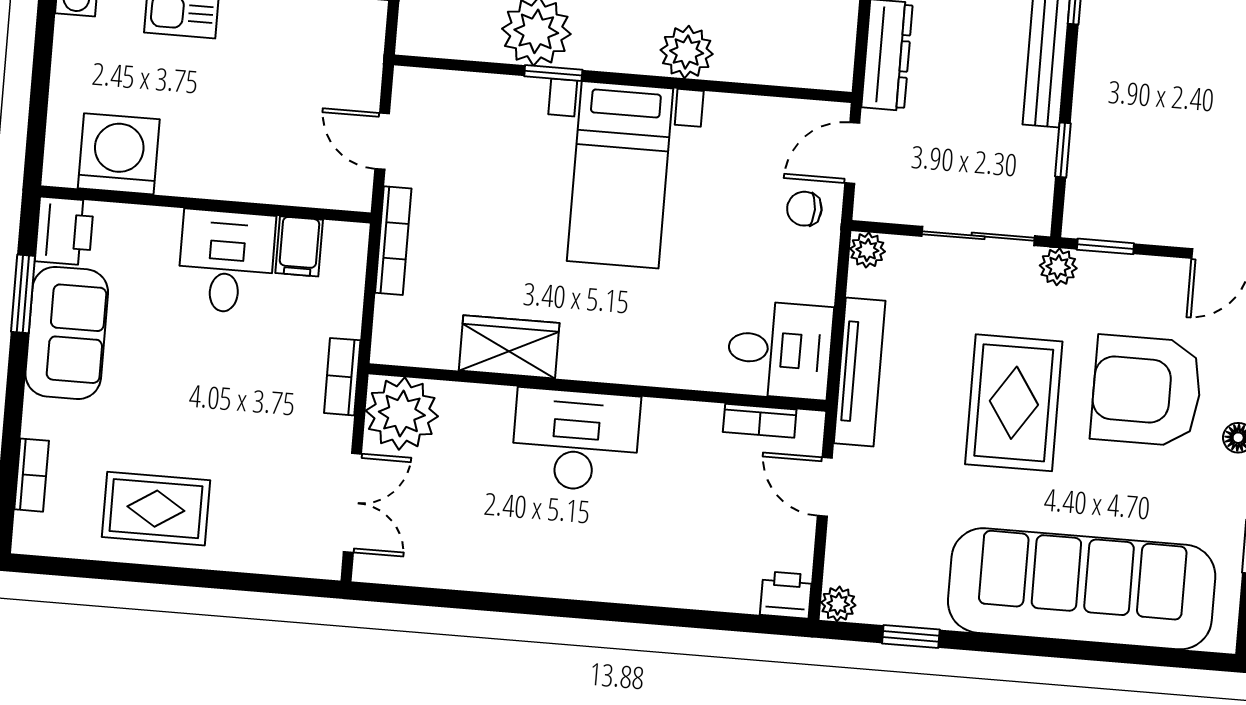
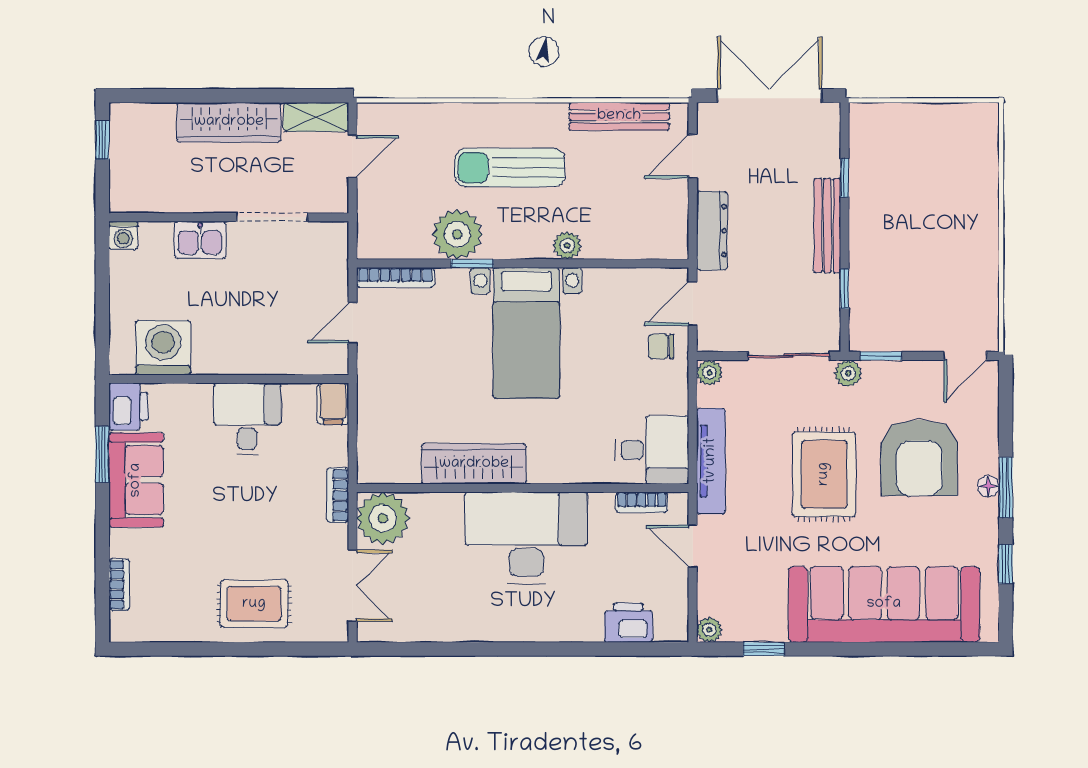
plant: (687, 52) -> (567, 246), width x0.73, depth x0.73
door: (382, 141) -> (353, 323), hinge flipped
bookcase: (393, 241) -> (395, 277), moved, turned 90
filing cabinet: (299, 246) -> (333, 404), moved
wardrobe: (509, 347) -> (474, 464), width x1.50
armchair: (1147, 391) -> (919, 458), turned -90
desk: (576, 440) -> (526, 538), width x1.36, depth x1.30
rug: (156, 509) -> (254, 604), moved
printer: (786, 595) -> (629, 623), moved, width x1.36, depth x1.24

